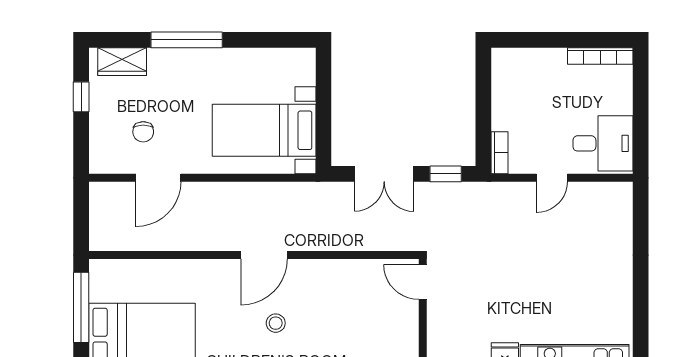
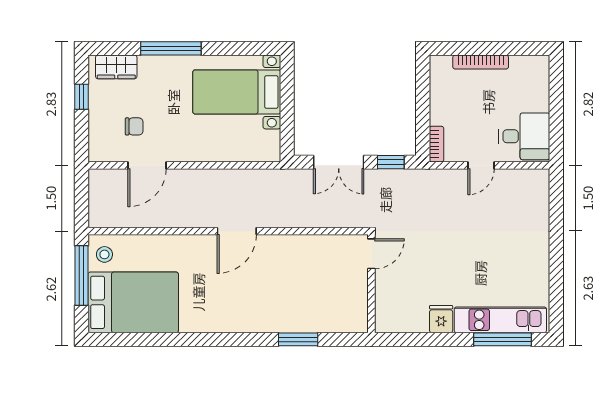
bookcase: (600, 56) -> (481, 62), moved
bed with nightstands: (264, 130) -> (237, 92), moved
chair: (143, 132) -> (134, 126), turned -90
door: (423, 282) -> (371, 254), swing flipped
stool: (276, 323) -> (104, 254), moved

